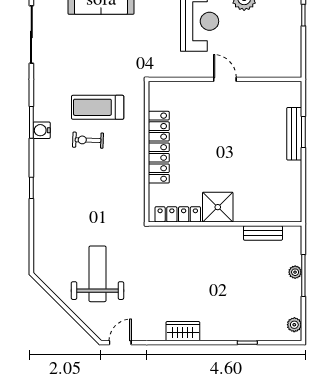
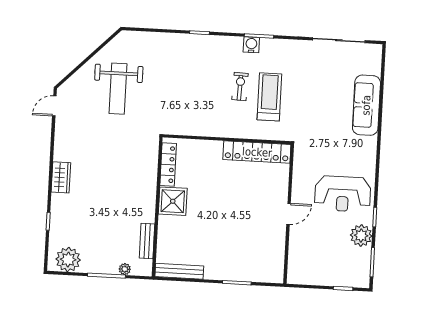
bench: (294, 134) -> (179, 271), moved
locker: (159, 147) -> (257, 152), moved
plant: (295, 272) -> (125, 269), moved
weight bench: (97, 274) -> (118, 89), turned 90
plant: (294, 325) -> (68, 260), width x1.88, depth x1.88
wardrobe: (183, 331) -> (61, 177), moved
door: (120, 343) -> (54, 106), swing flipped

